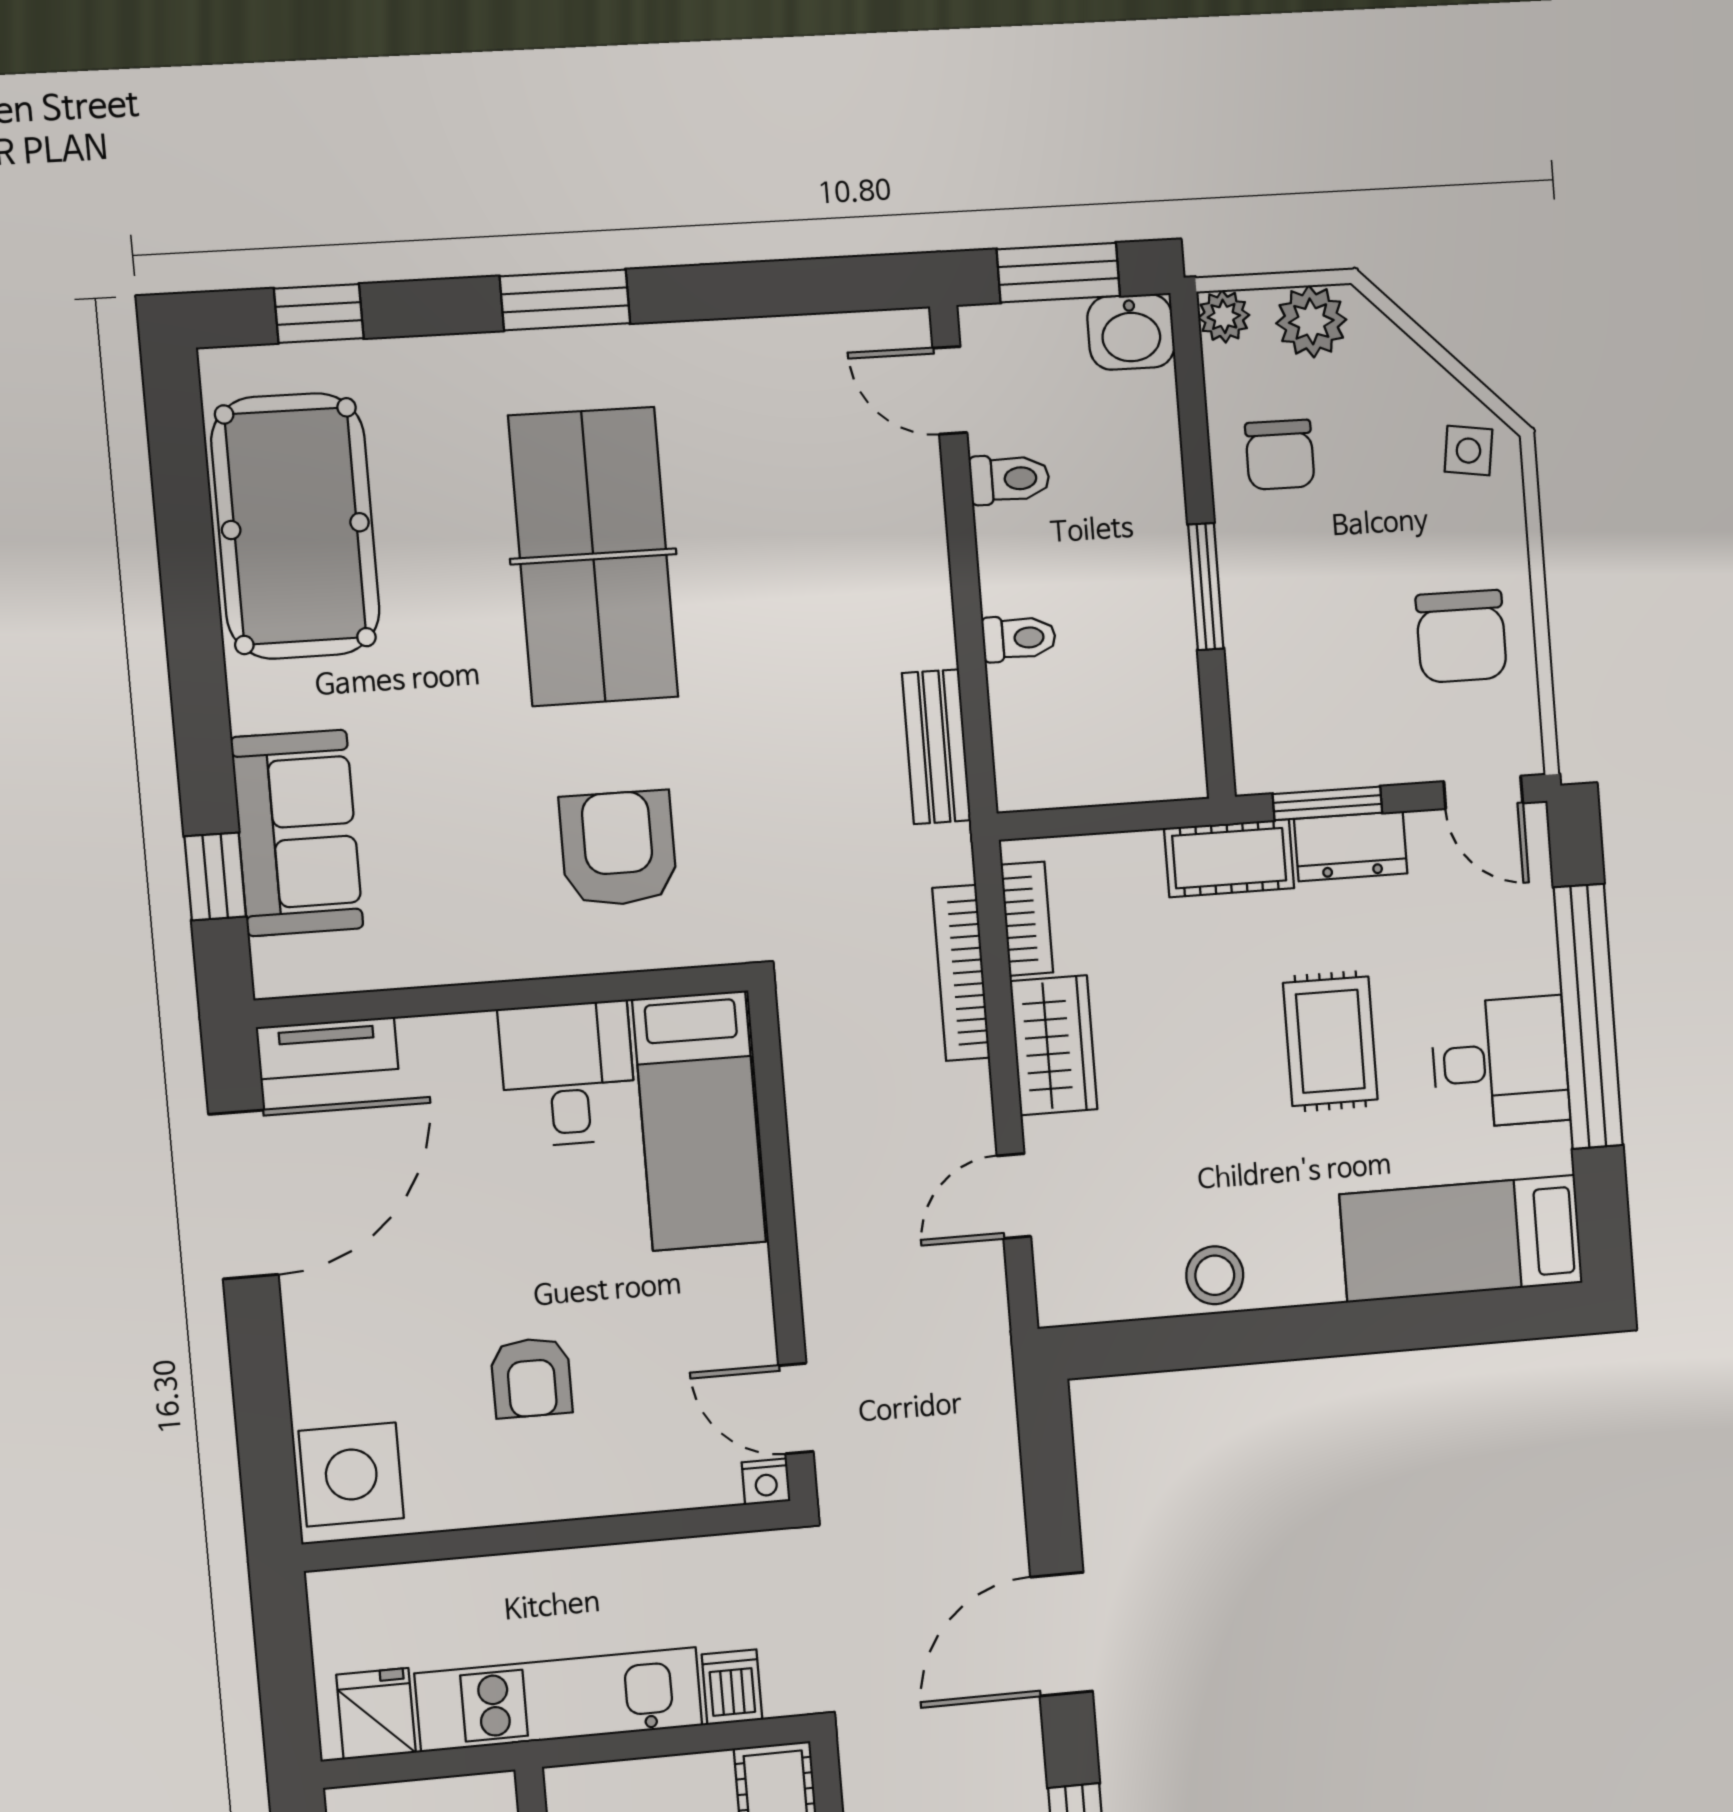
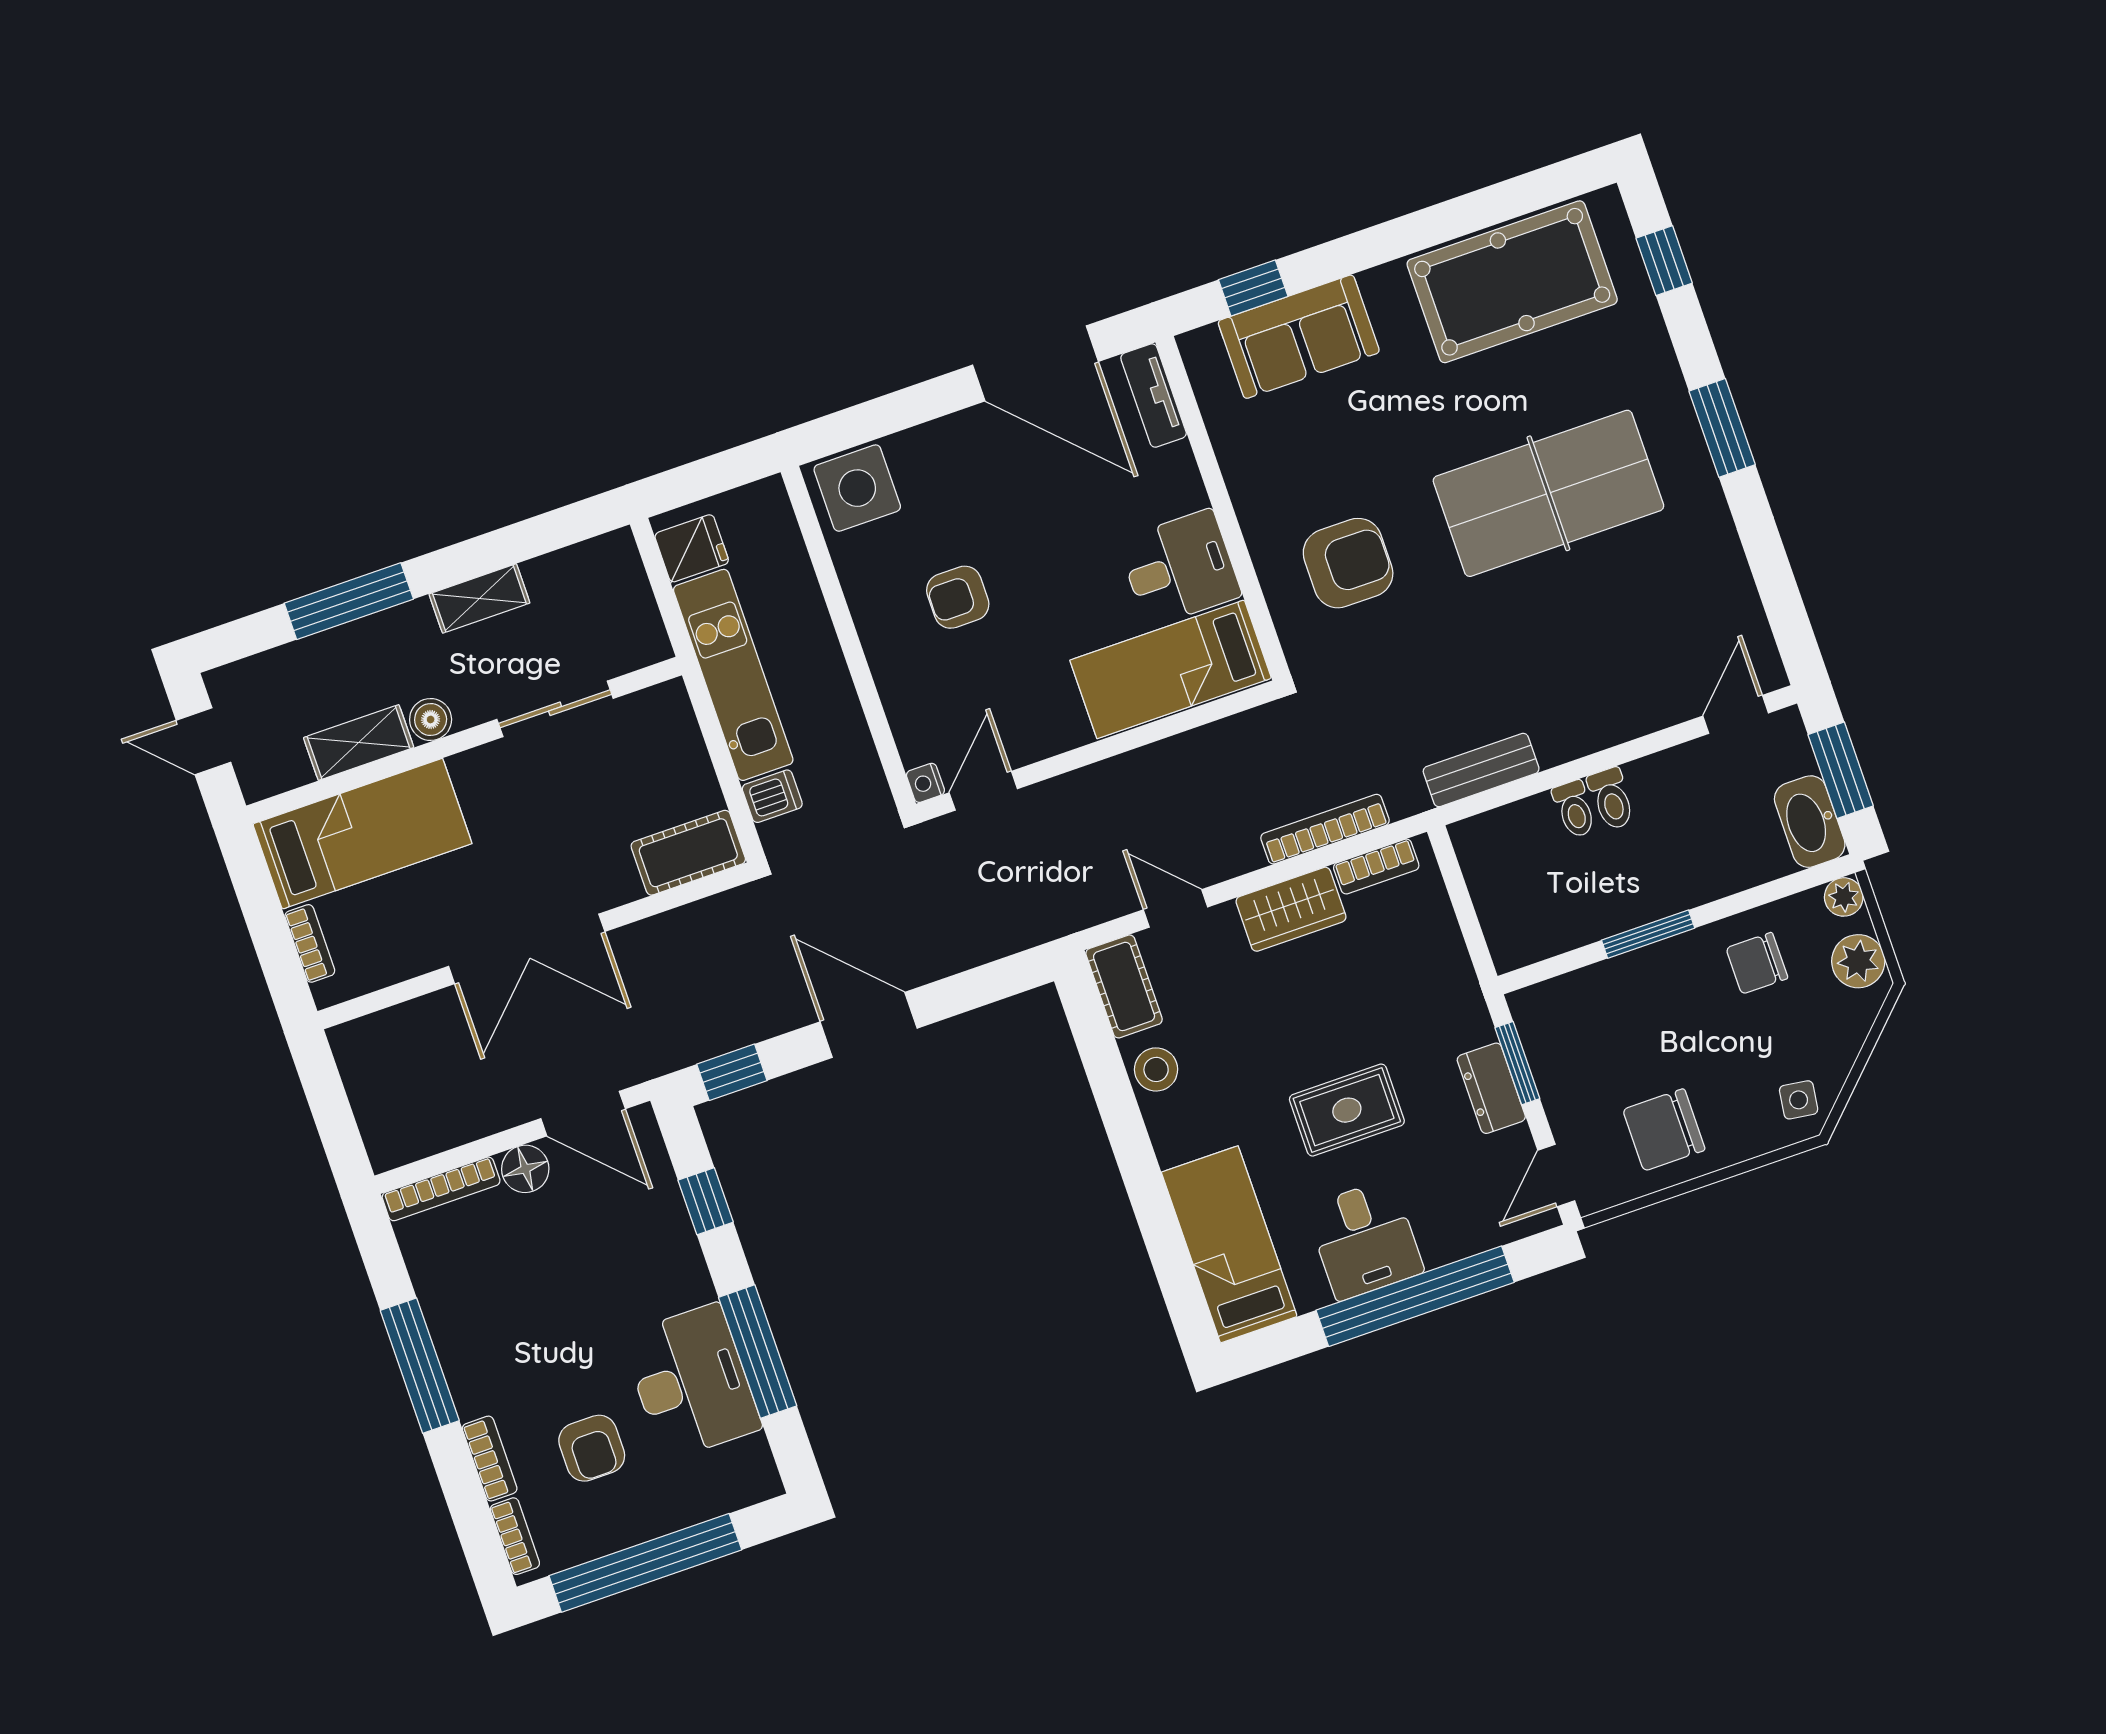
washbasin: (1131, 332) -> (1810, 822), width x1.38
toilet: (1009, 479) -> (1611, 799), moved
cot: (1229, 858) -> (1124, 986), moved

